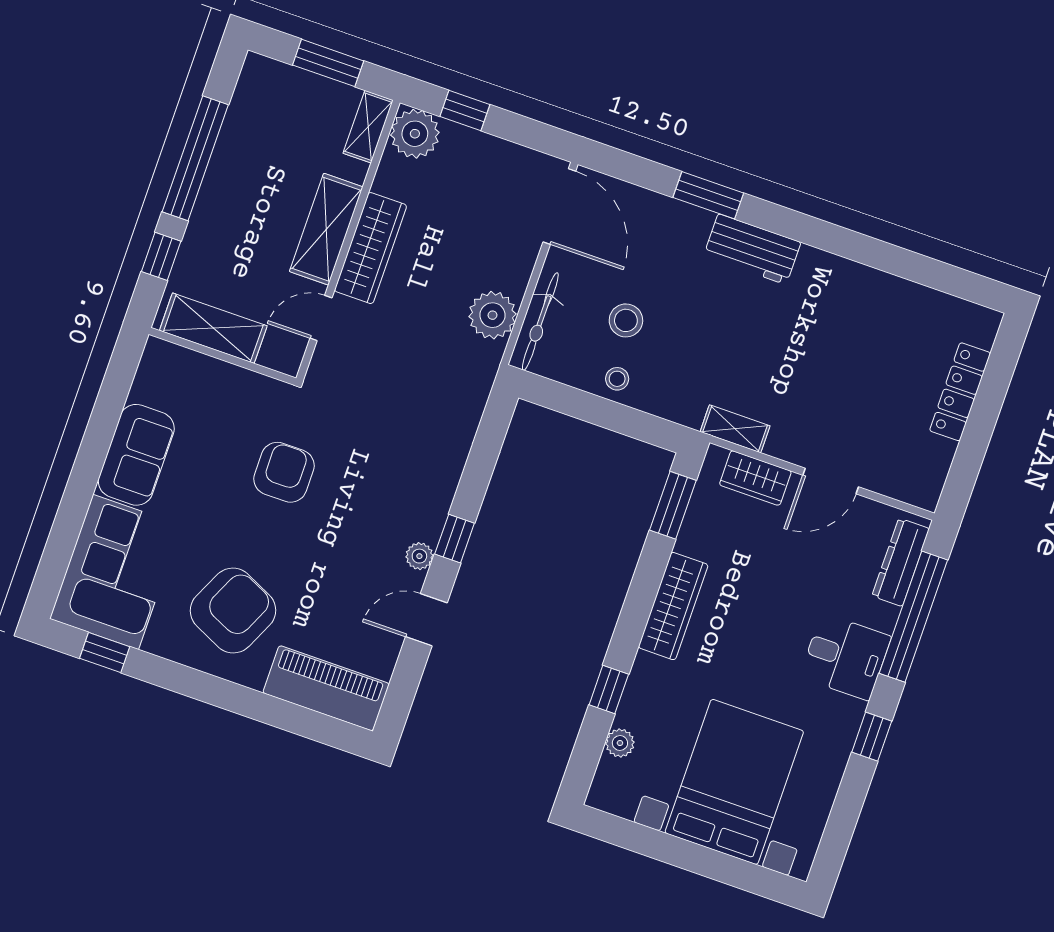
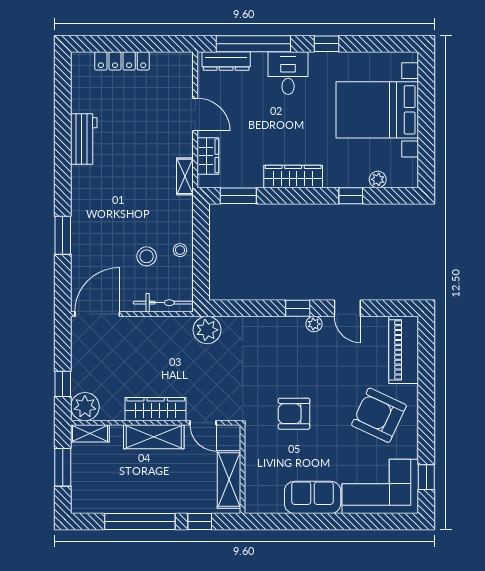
workbench: (752, 249) -> (84, 139), moved
plant: (492, 315) -> (207, 330), moved

